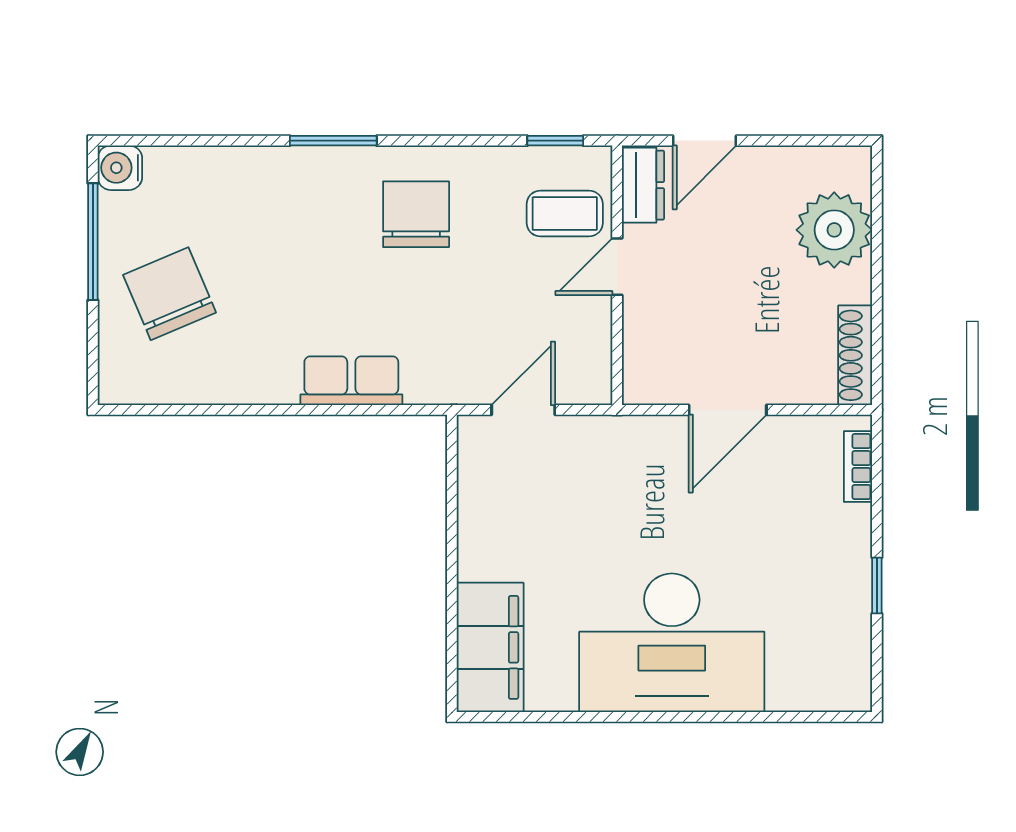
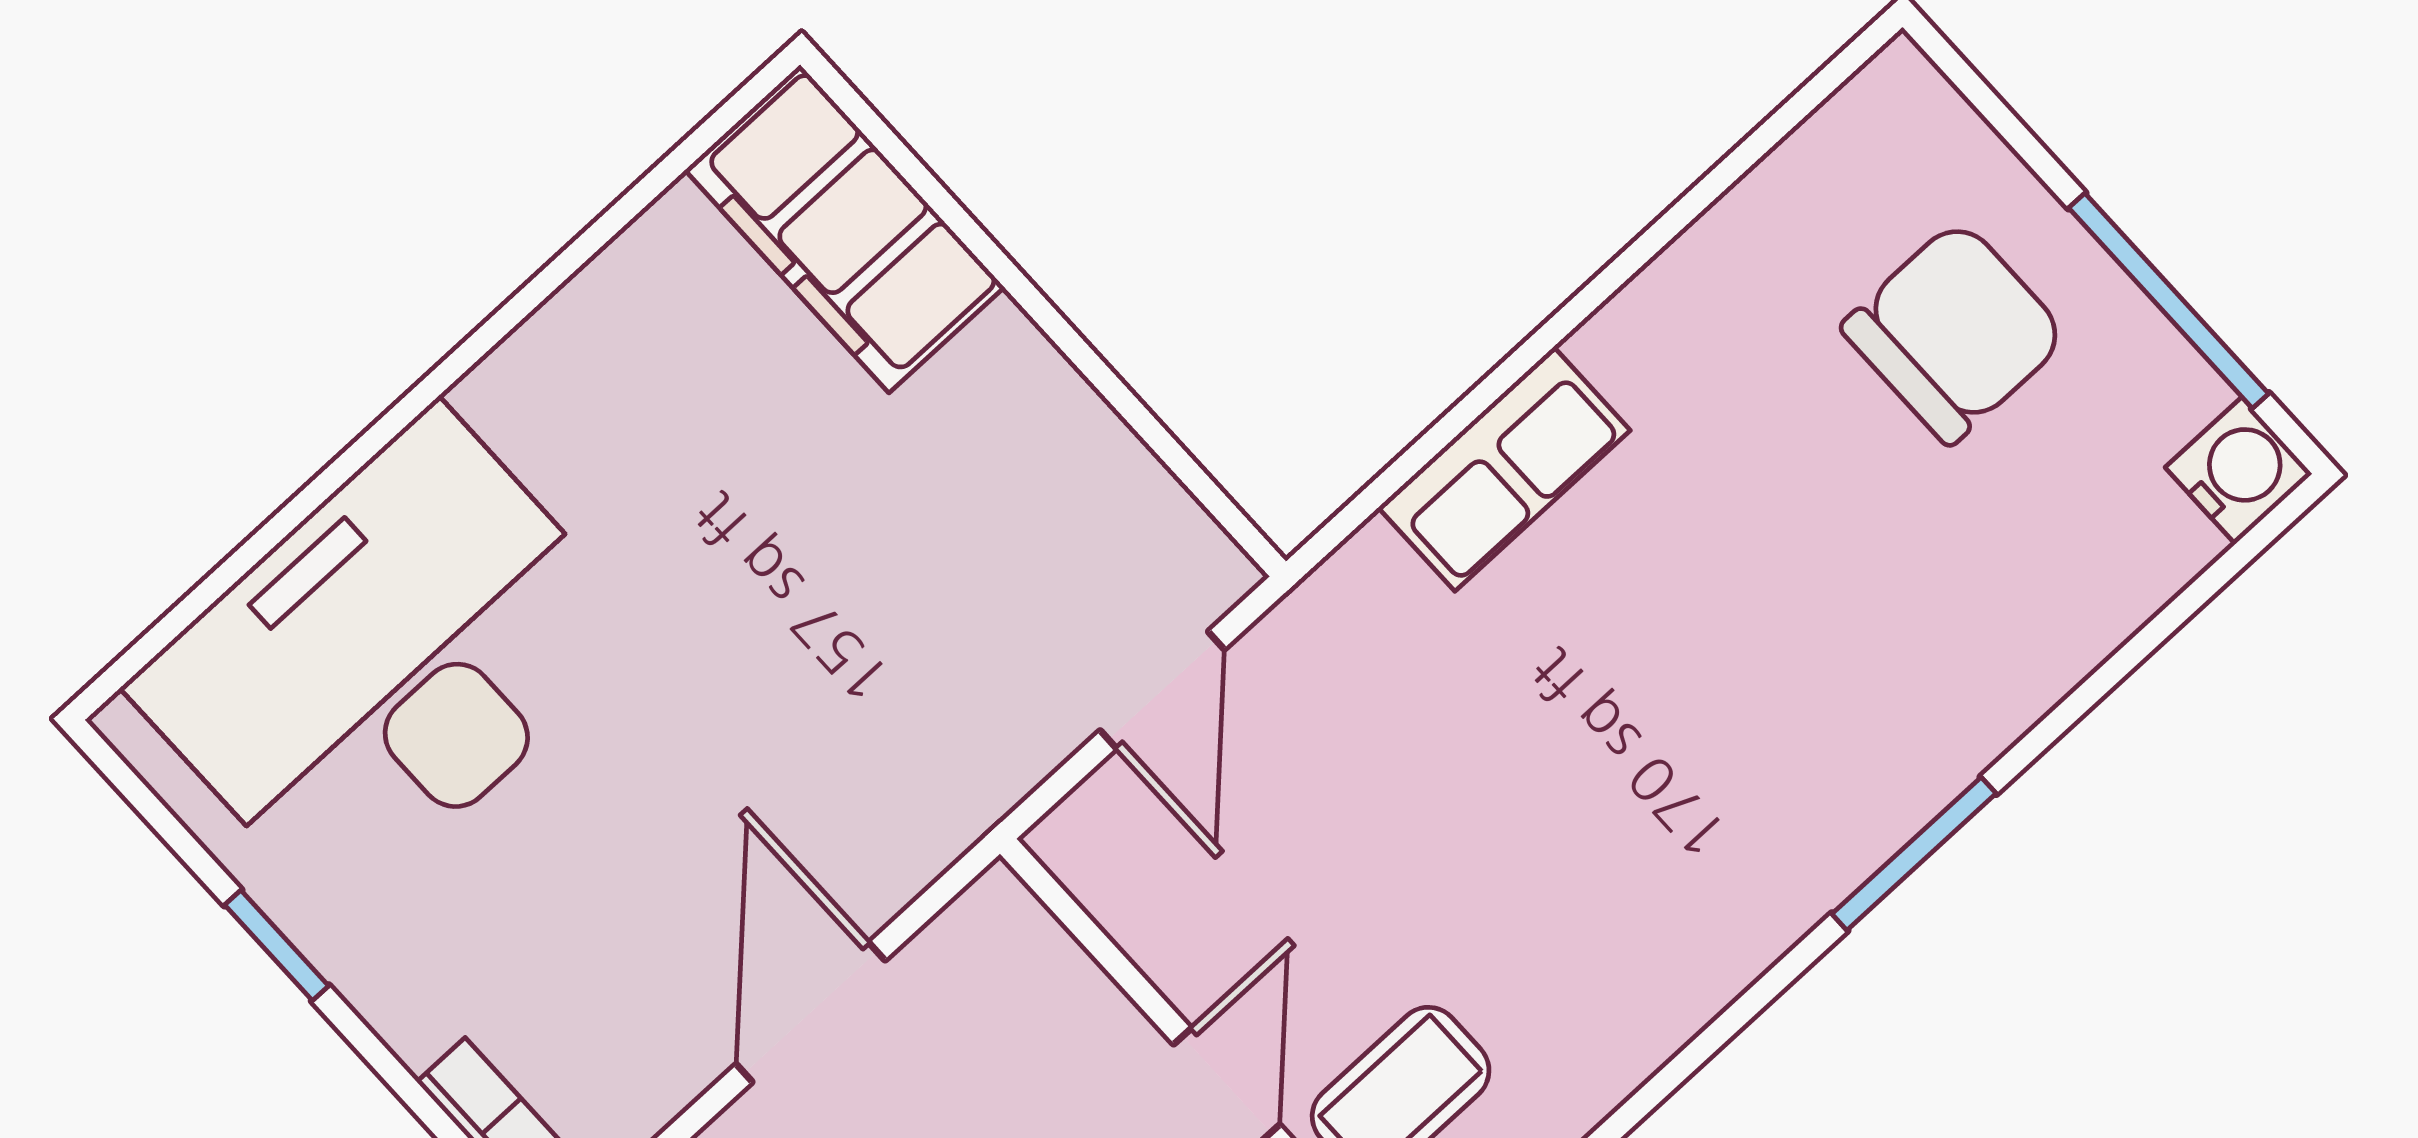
chair: (416, 214) -> (1655, 858), removed
chair: (170, 294) -> (1954, 332), turned -67
desk: (672, 643) -> (389, 661), moved

